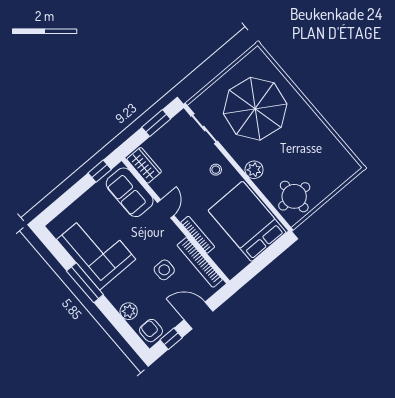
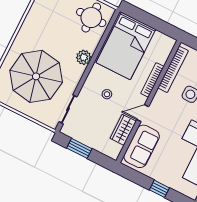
wardrobe: (144, 165) -> (123, 130), moved
stool: (216, 170) -> (107, 94), moved
window: (100, 171) -> (159, 189), moved

